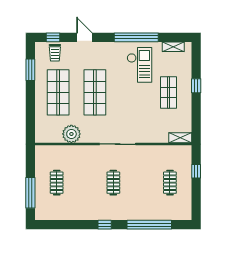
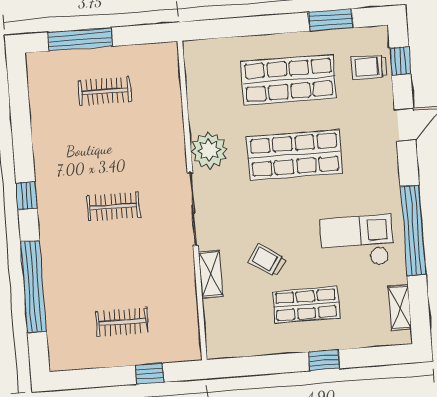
checkout: (139, 65) -> (357, 241), turned 180
trolley: (145, 110) -> (267, 260), added
plant: (71, 134) -> (209, 150), moved
shelving: (180, 138) -> (211, 274), moved

